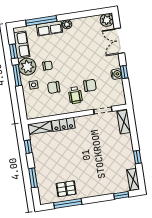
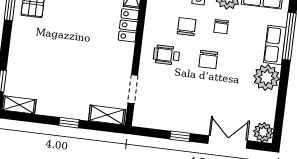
plant: (67, 24) -> (267, 78), width x1.88, depth x1.88
water cooler: (117, 74) -> (180, 124), removed
chair: (90, 85) -> (208, 59), moved
window: (137, 157) -> (69, 123), moved

